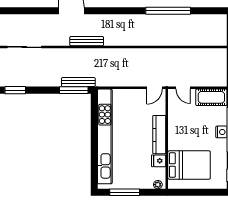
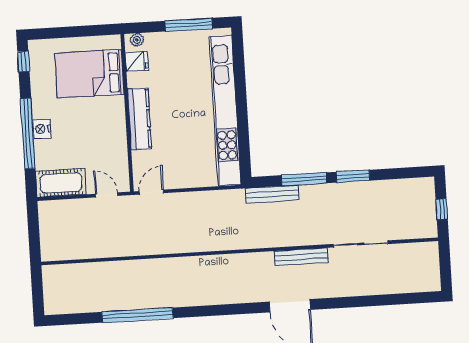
bench: (87, 41) -> (301, 257), moved
window: (15, 90) -> (353, 176), moved
window: (74, 90) -> (304, 179), moved
fridge: (159, 161) -> (137, 61), moved

